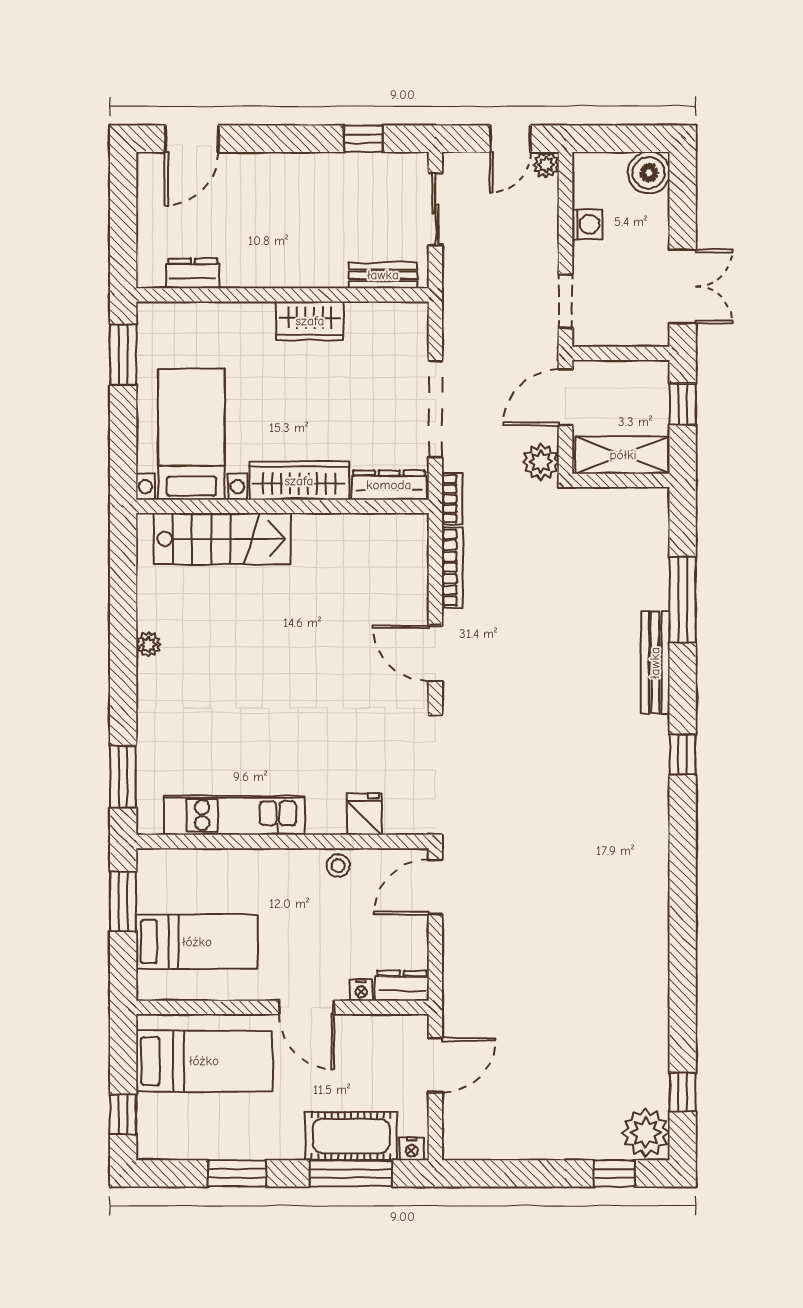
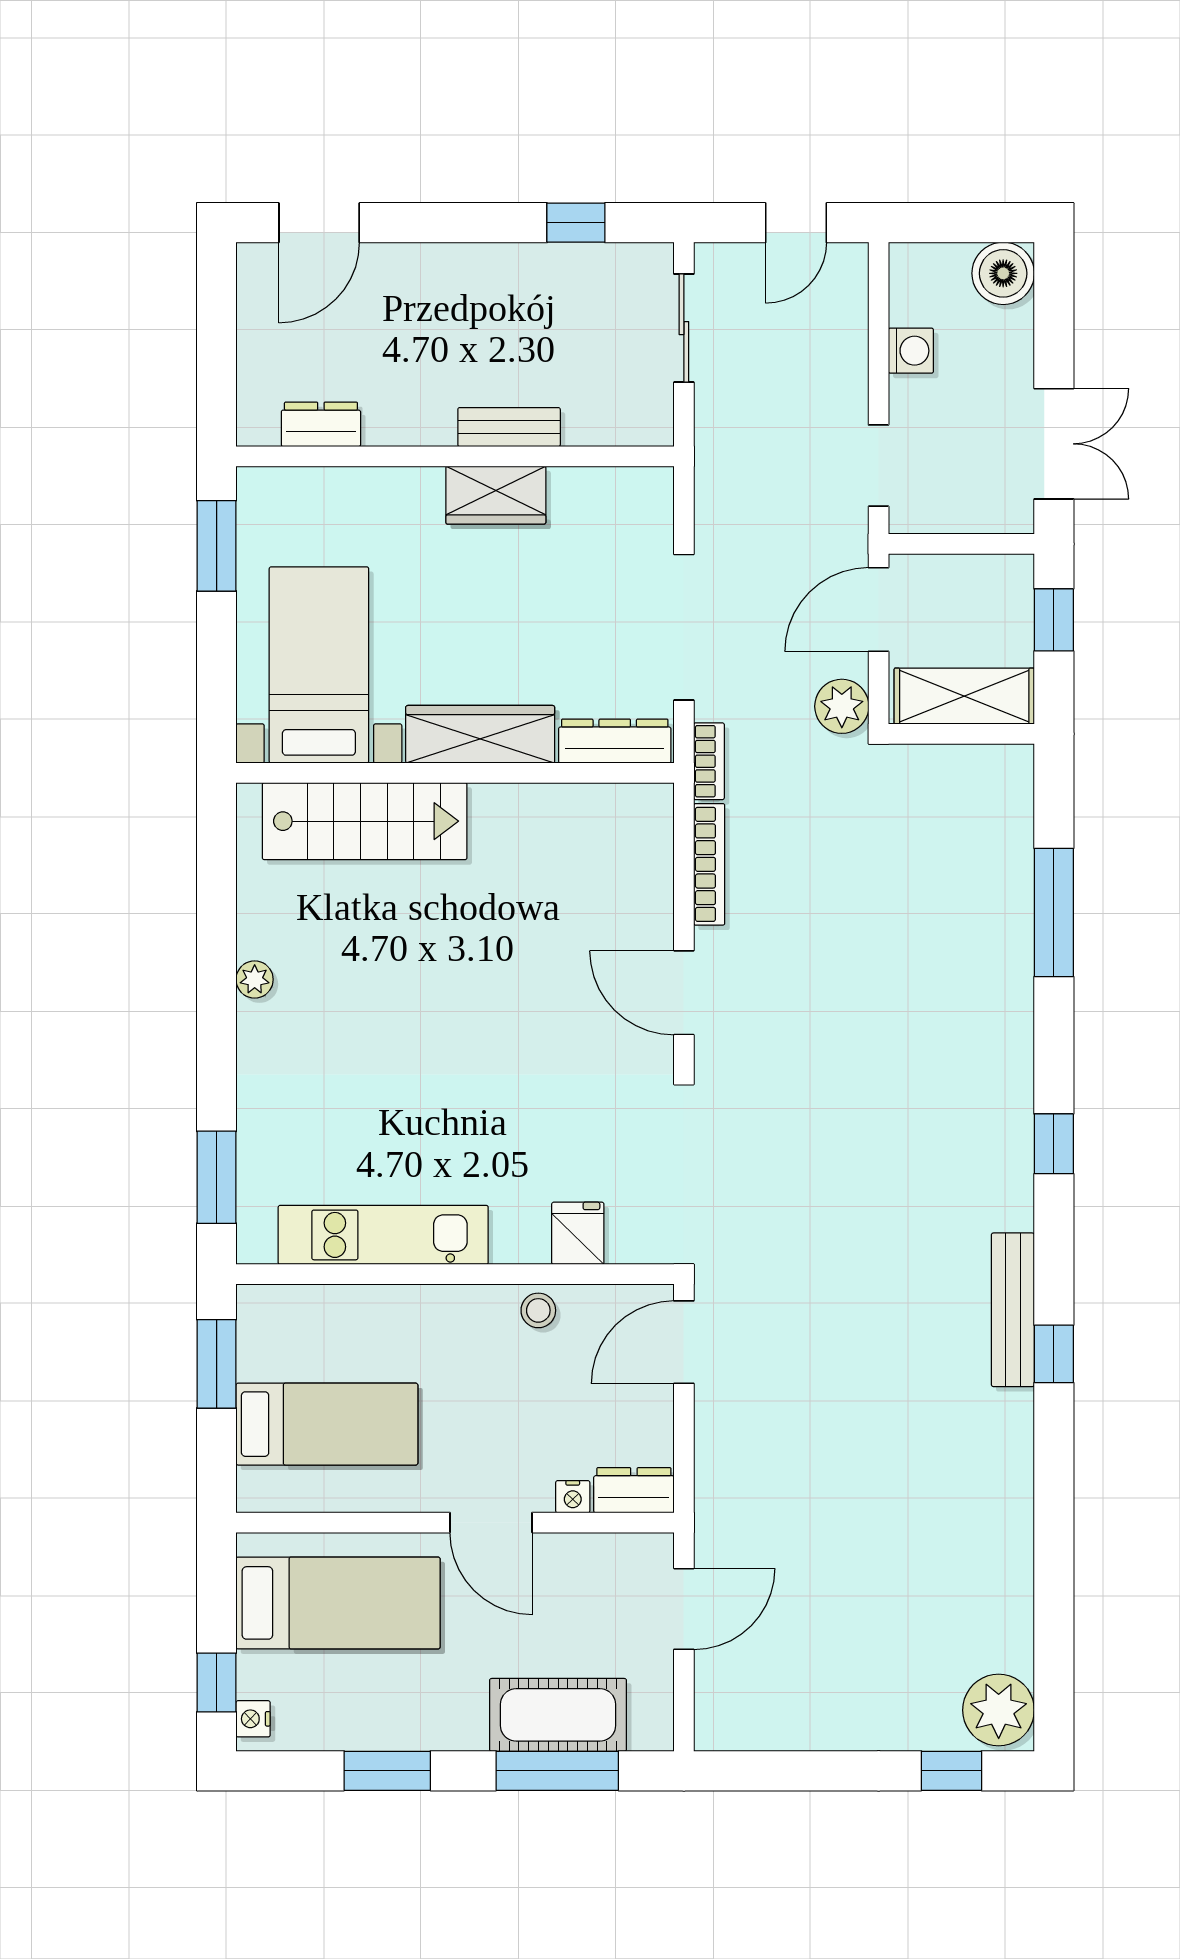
plant: (546, 165) -> (850, 261), removed
bench: (383, 275) -> (509, 427), moved
bench: (655, 663) -> (1013, 1310), moved
window: (683, 1092) -> (1054, 1354), moved
nightstand: (412, 1149) -> (253, 1719), moved, turned 90

